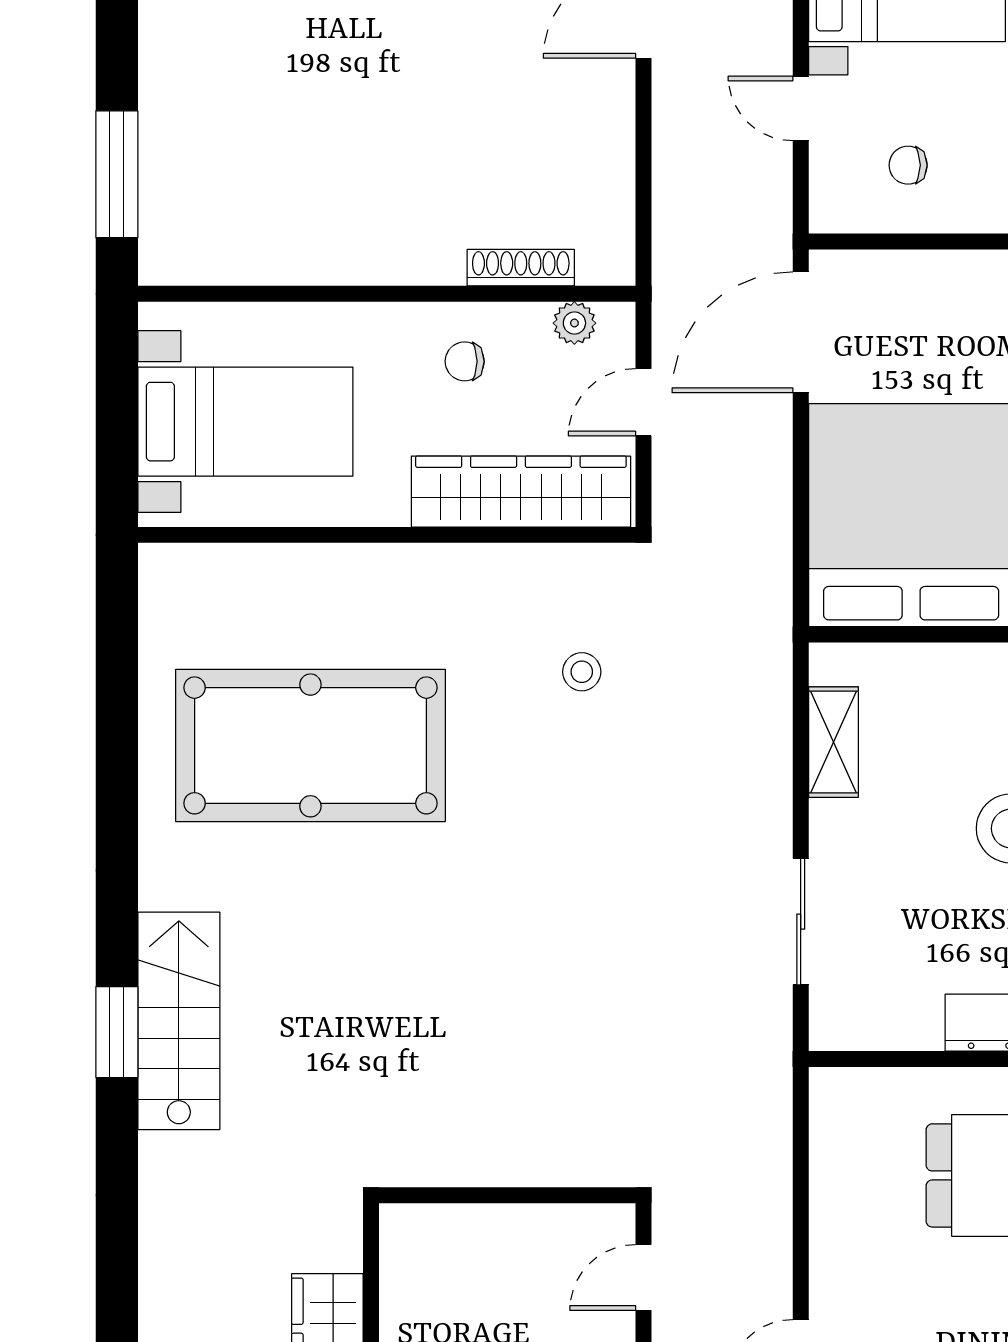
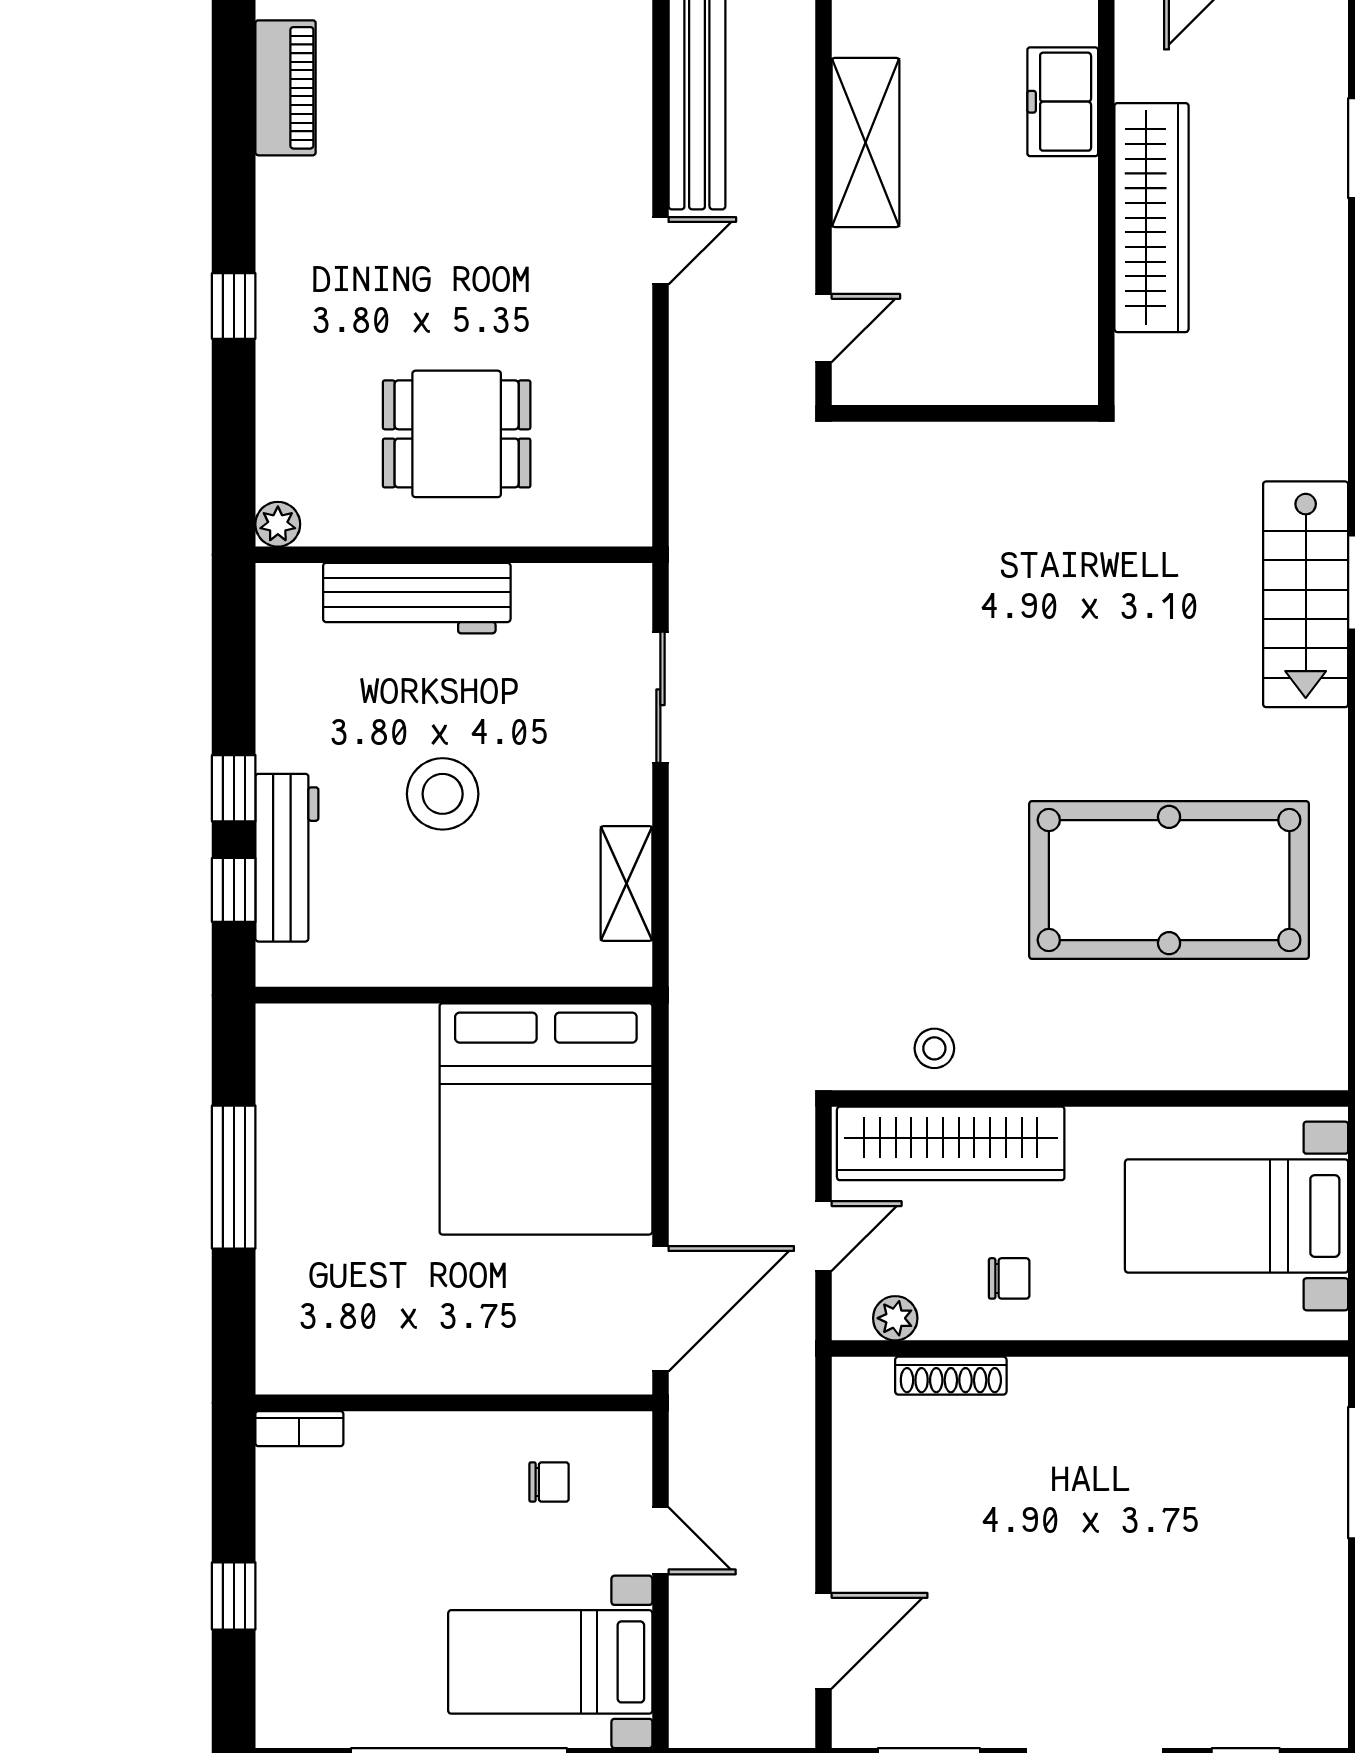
stool: (582, 672) -> (934, 1048), moved

